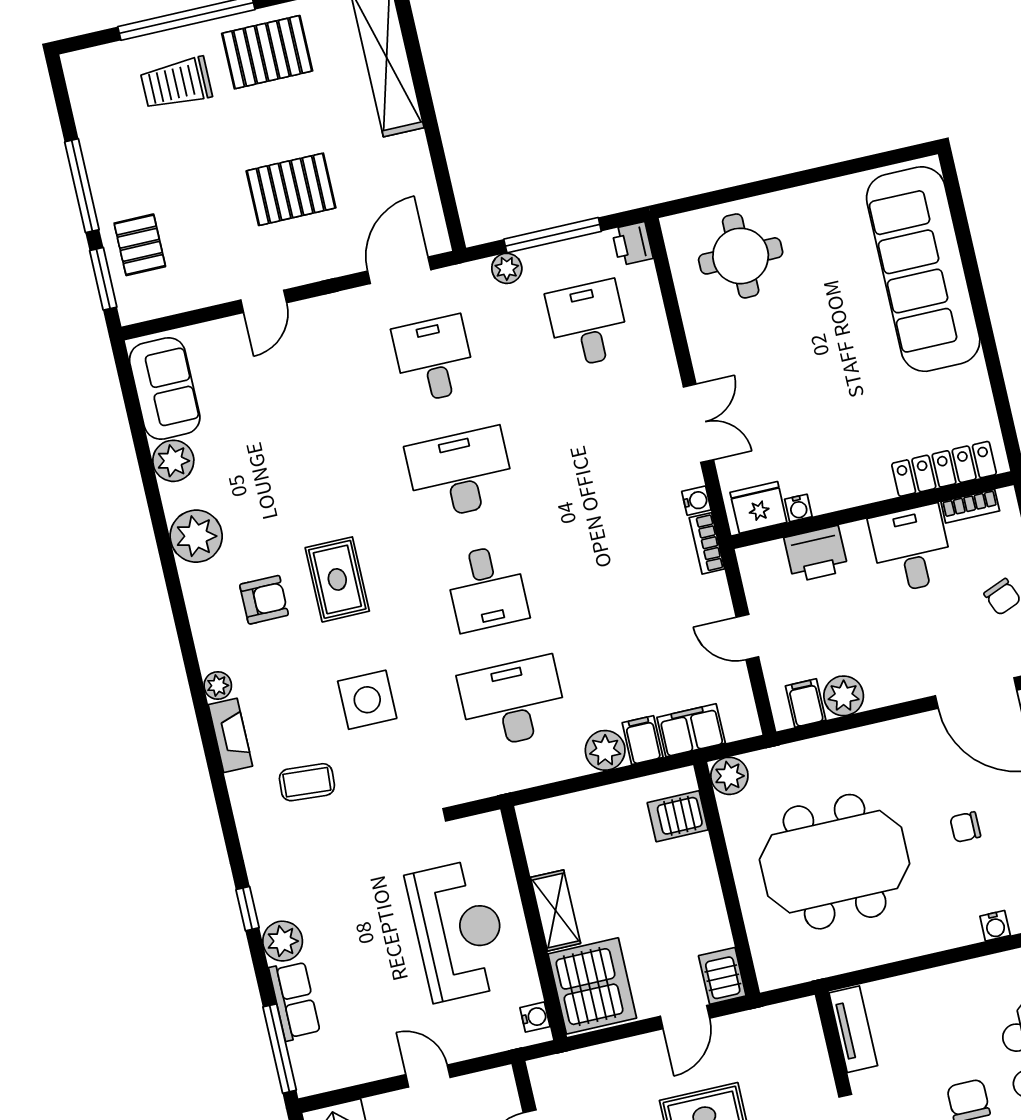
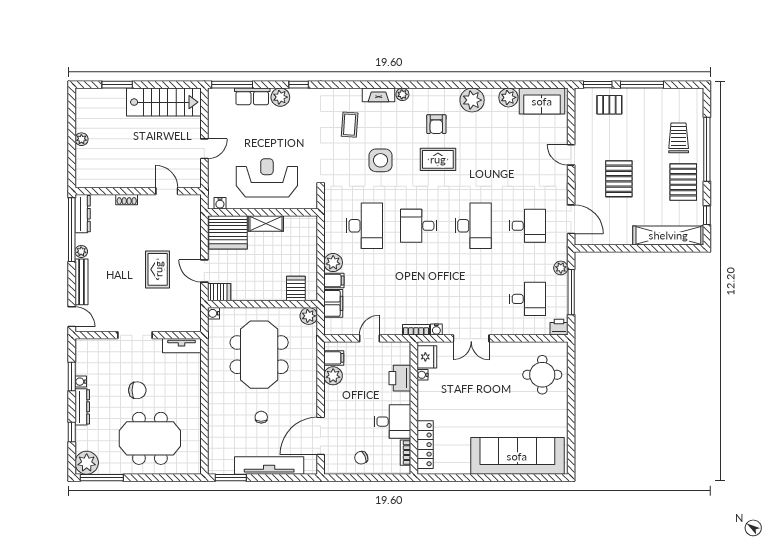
water cooler: (995, 926) -> (214, 313), moved
reception desk: (459, 930) -> (267, 178), turned 180

